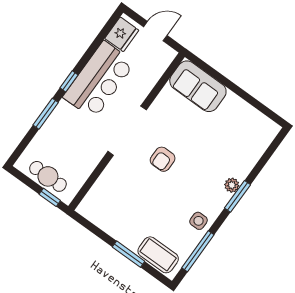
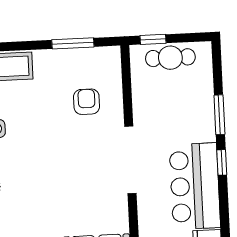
armchair: (163, 159) -> (87, 102), moved
window: (129, 254) -> (73, 43), moved

